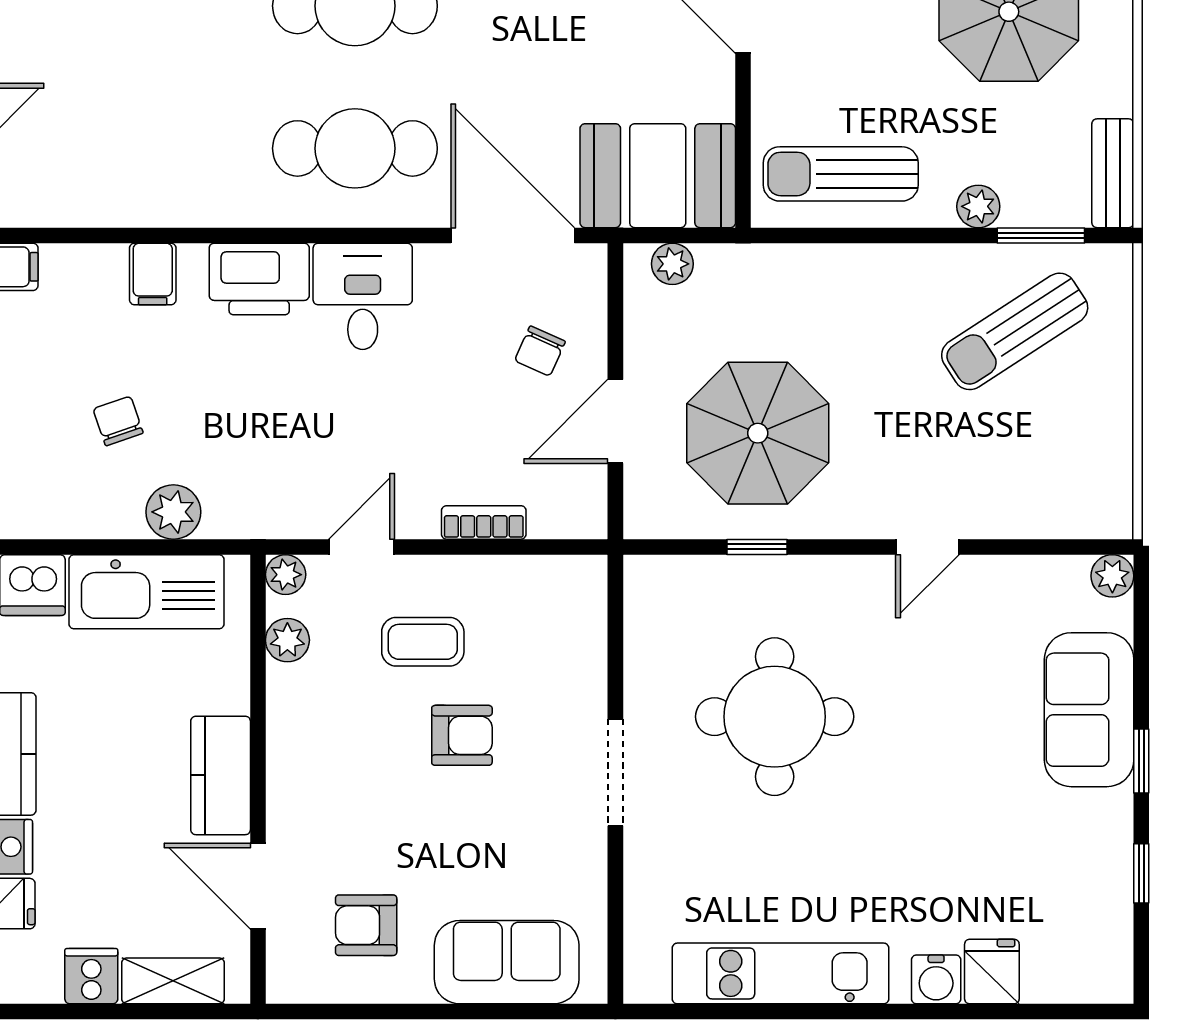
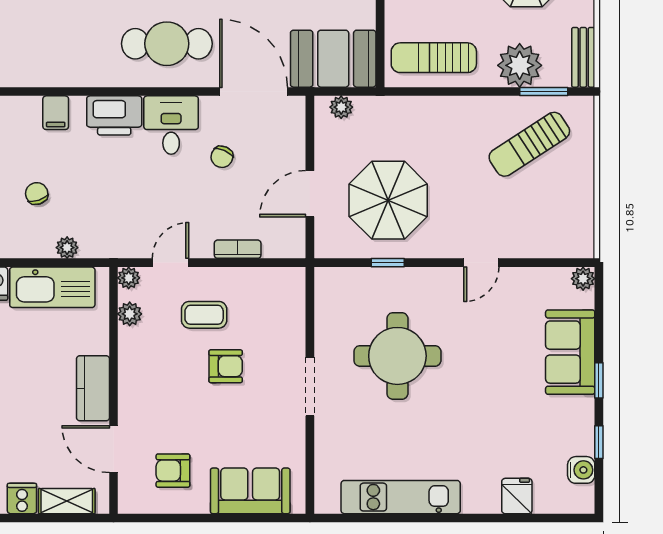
plant: (978, 206) -> (520, 65), width x1.87, depth x1.87
chair: (540, 351) -> (222, 157), moved
plant: (173, 512) -> (67, 248), width x0.73, depth x0.73
water cooler: (936, 979) -> (581, 470), moved, turned -90

